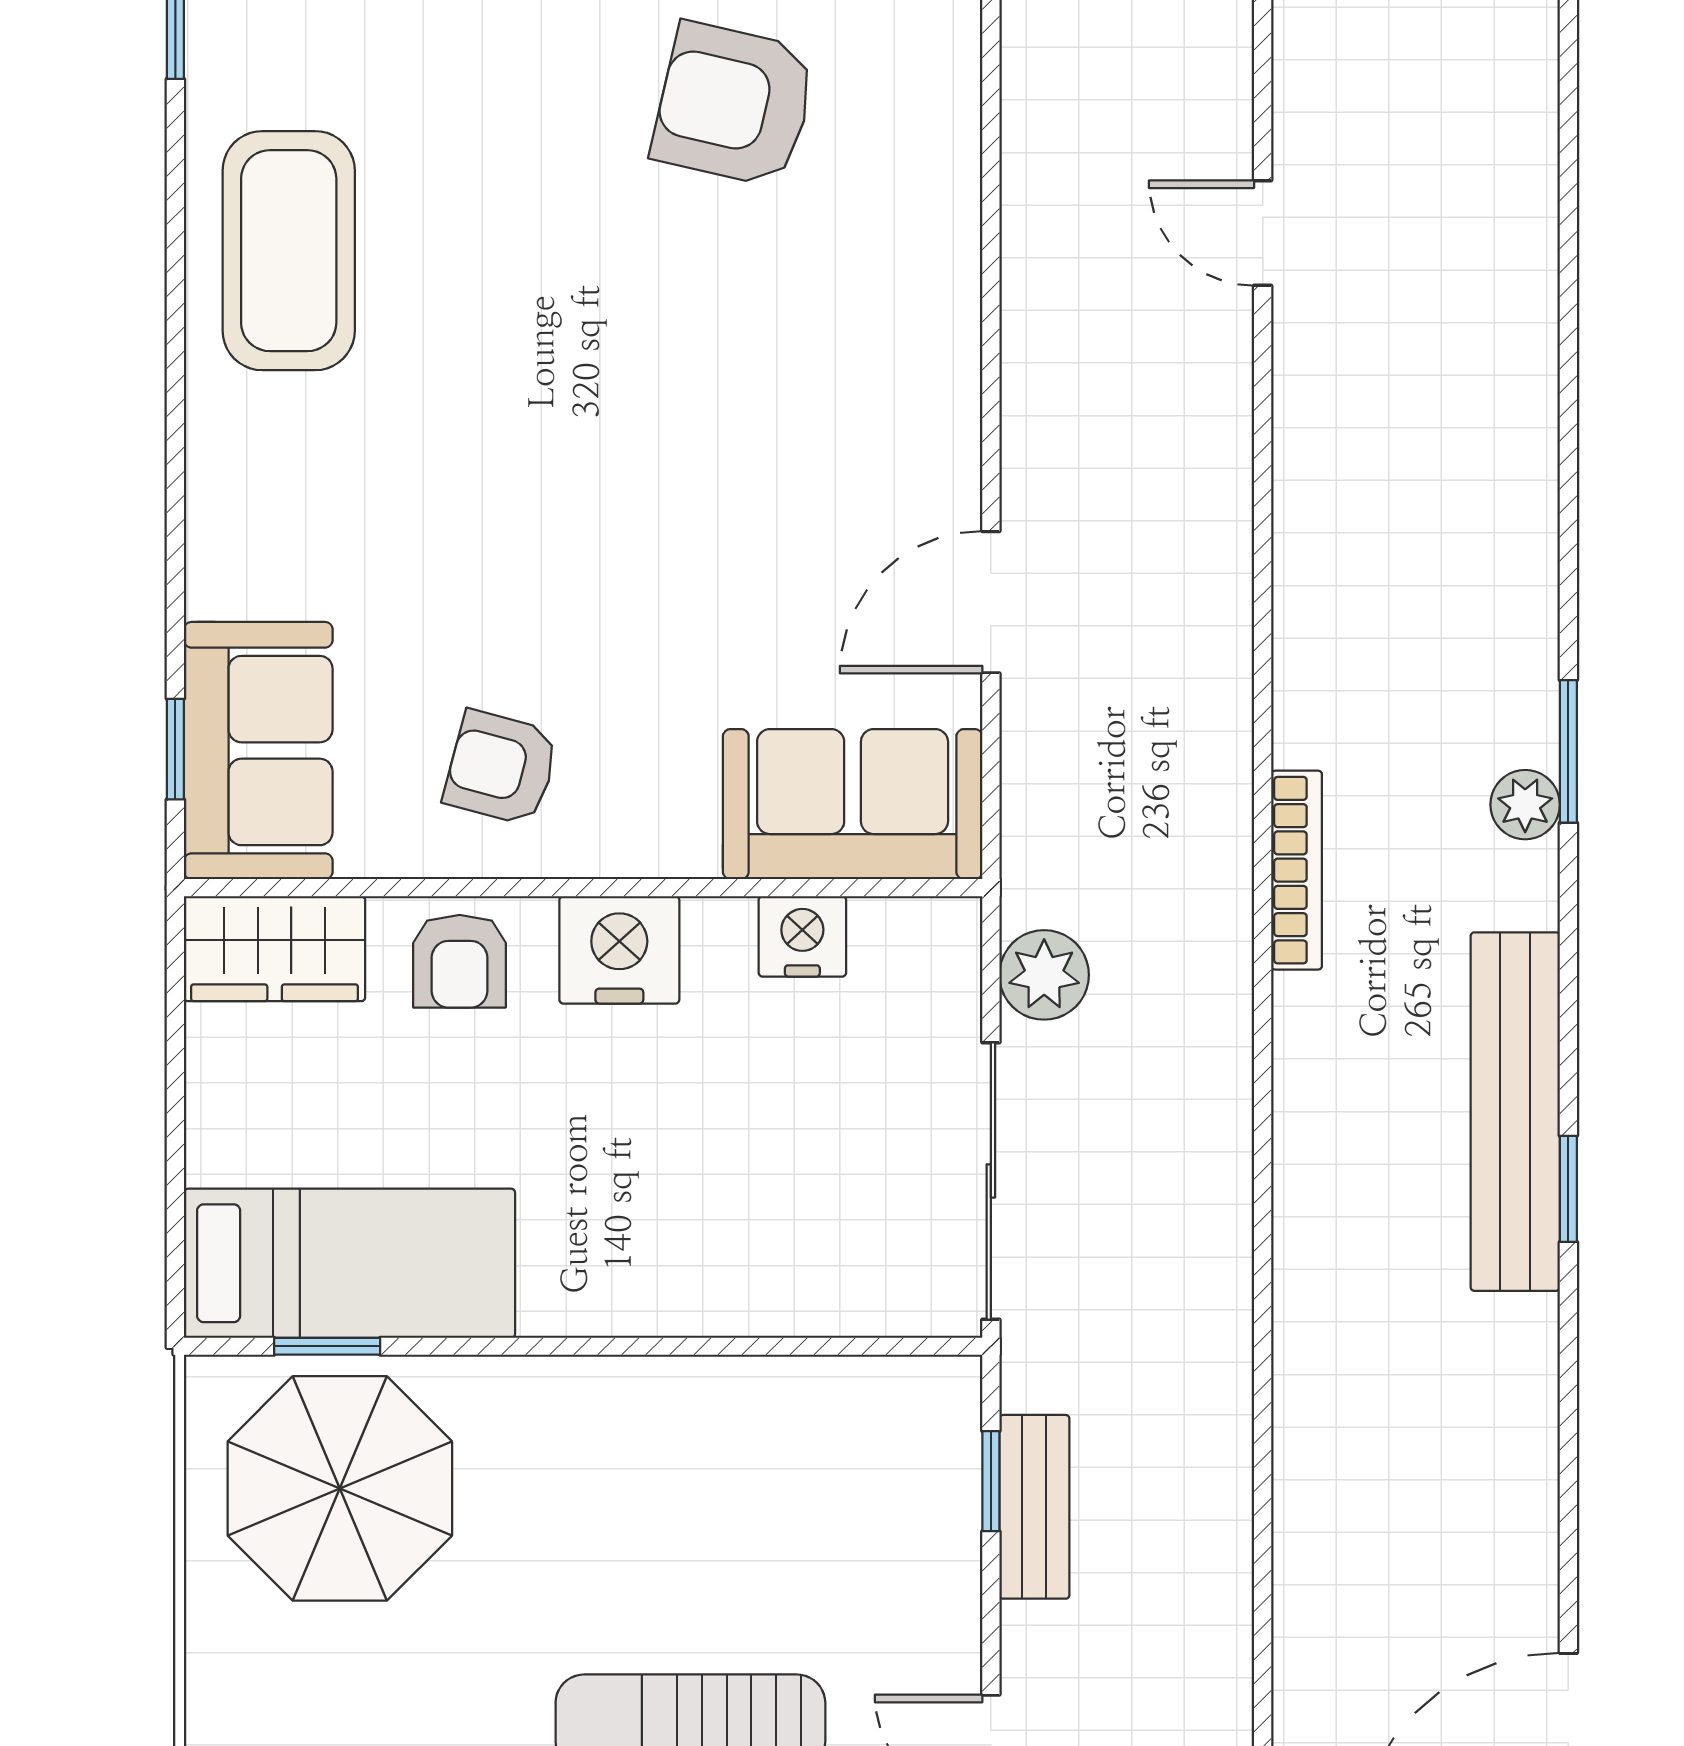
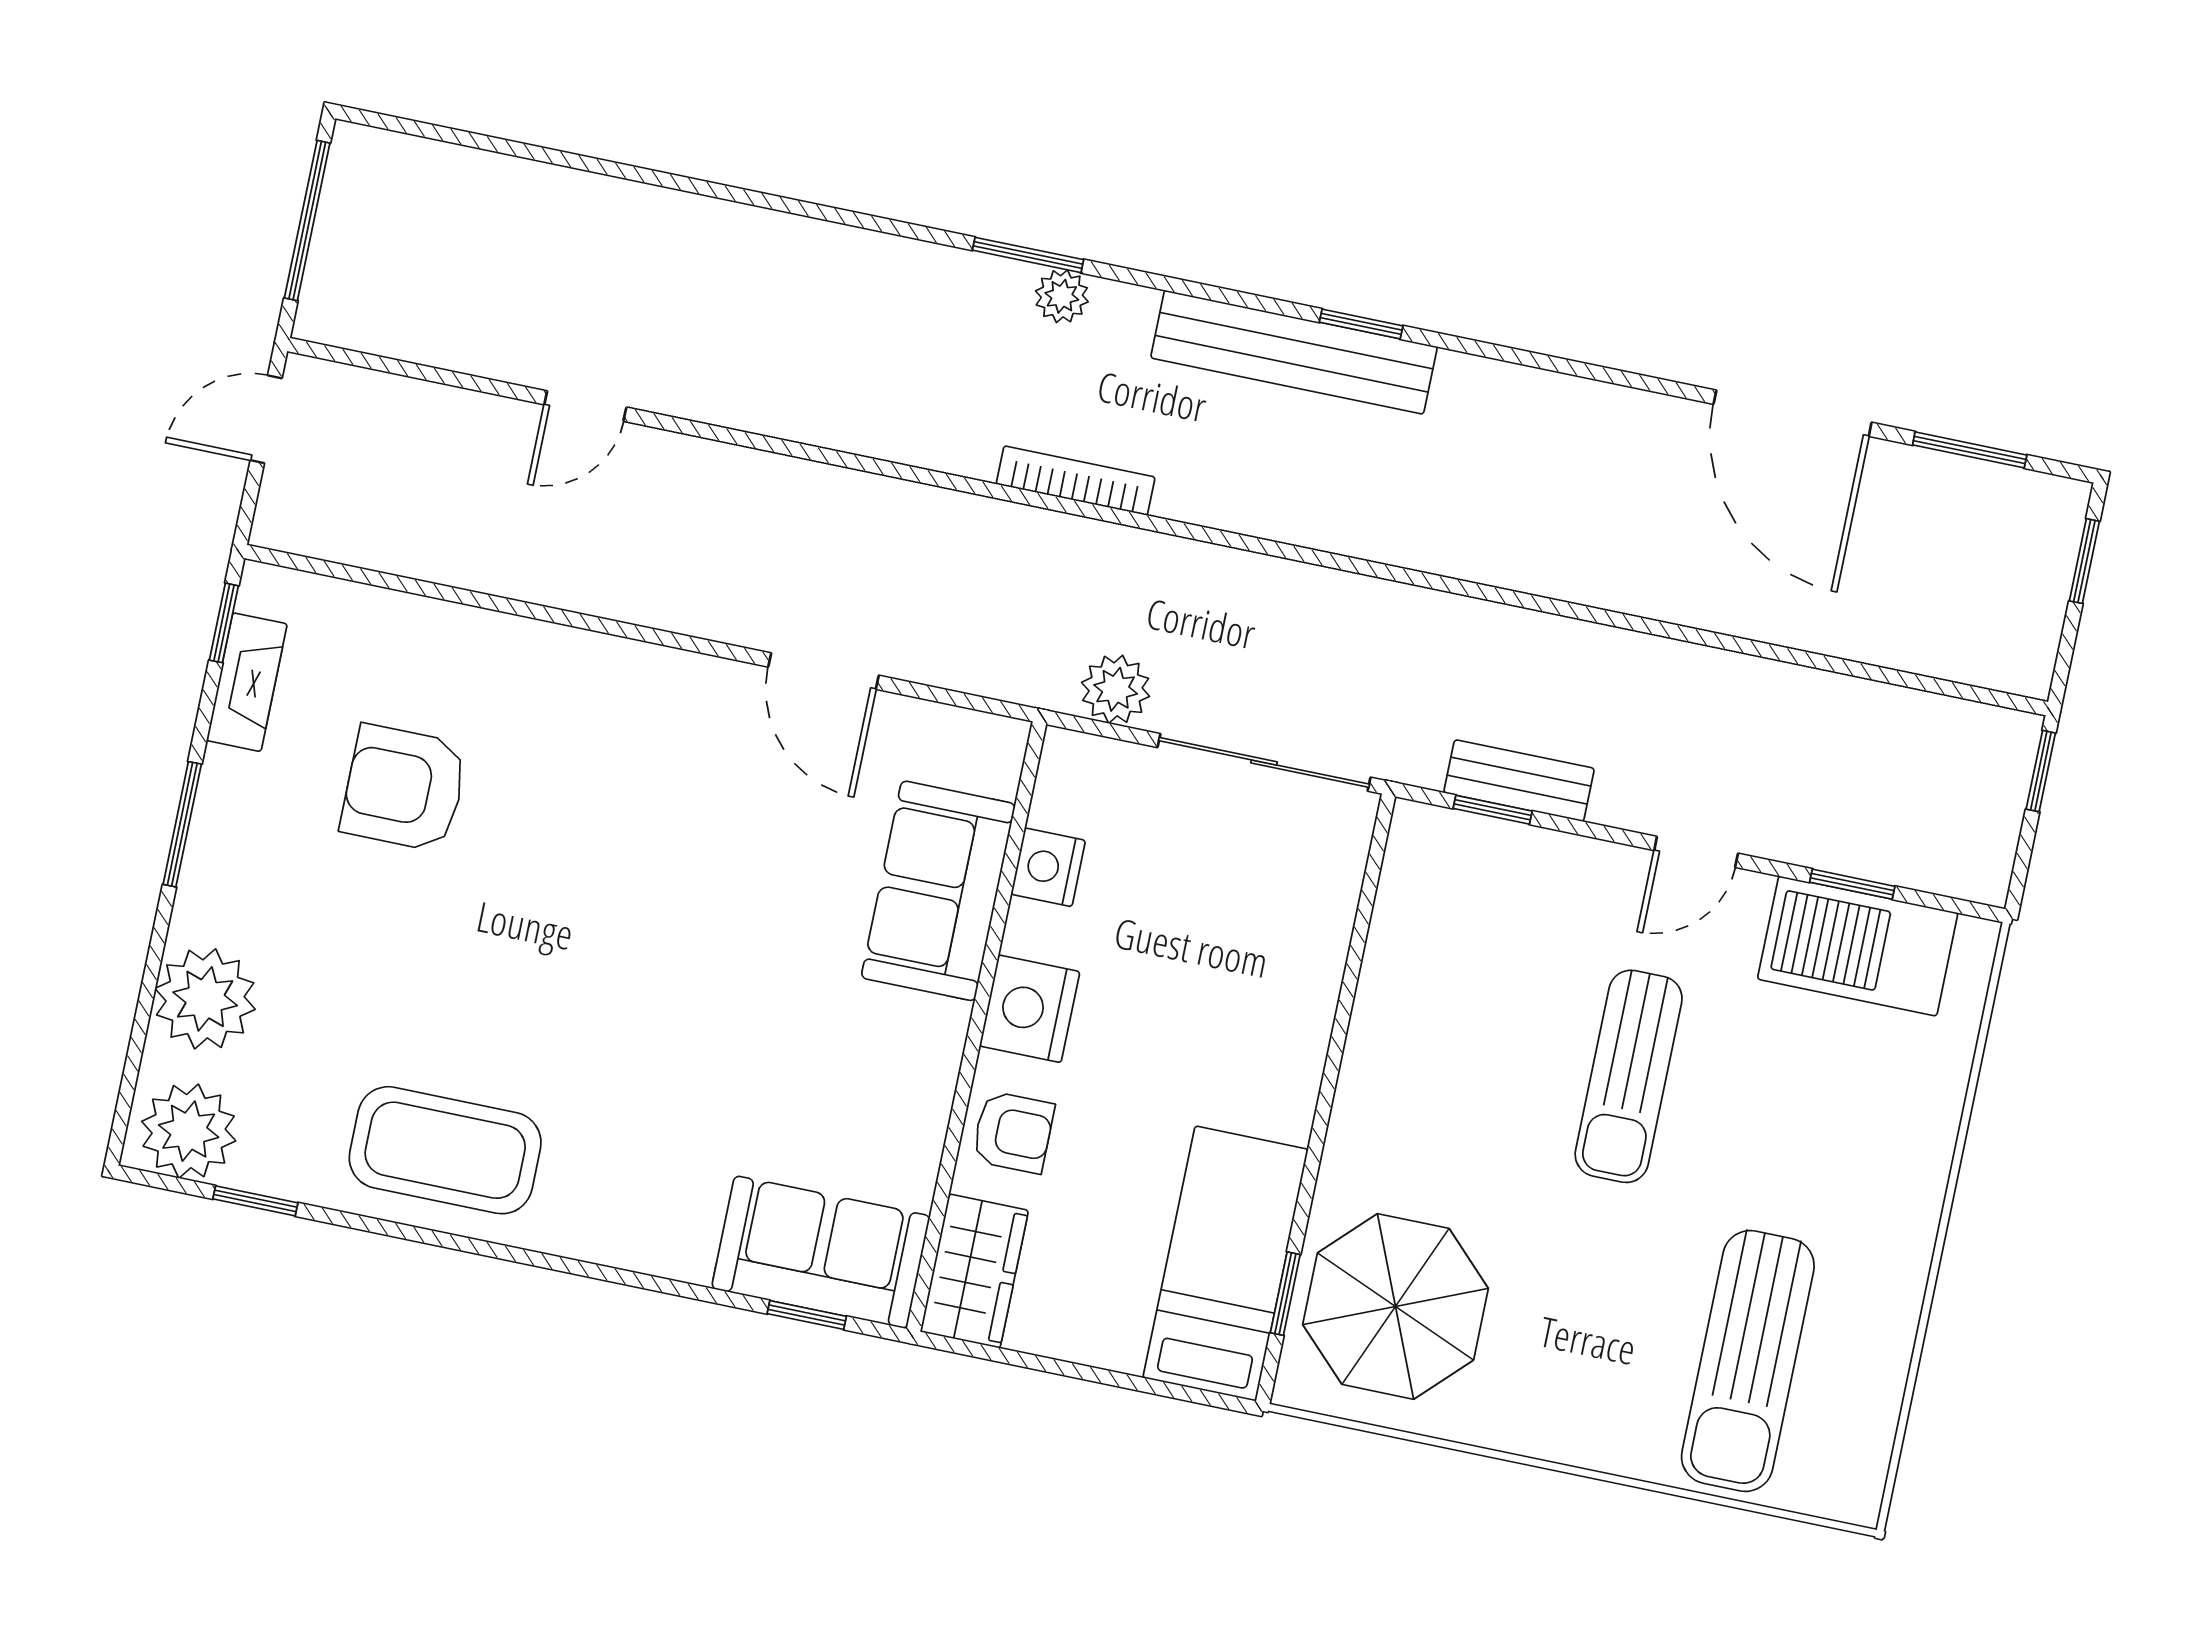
armchair: (734, 105) -> (404, 788), turned 77
armchair: (501, 768) -> (872, 1070), removed
sofa: (853, 804) -> (938, 891), moved

